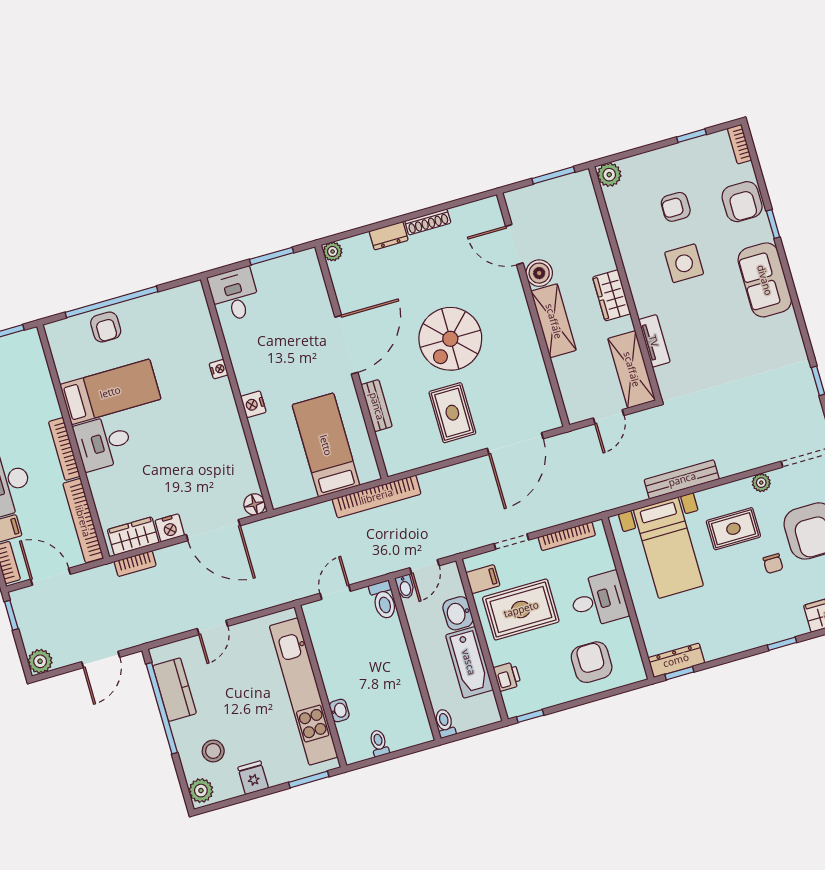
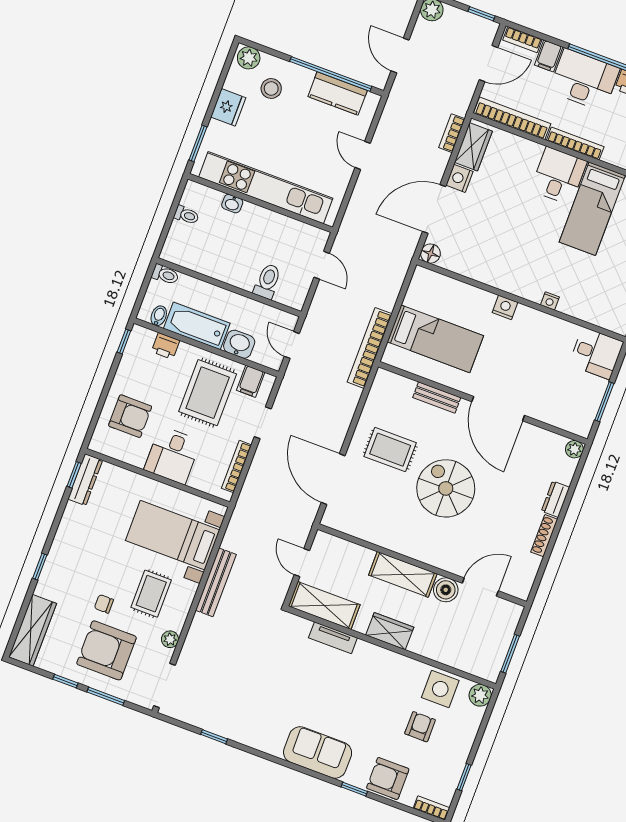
side table: (684, 263) -> (440, 689), moved
bidet: (405, 587) -> (159, 316), moved, turned 90
toilet: (383, 600) -> (267, 281), moved, turned 90
fridge: (253, 778) -> (228, 107), width x1.38

